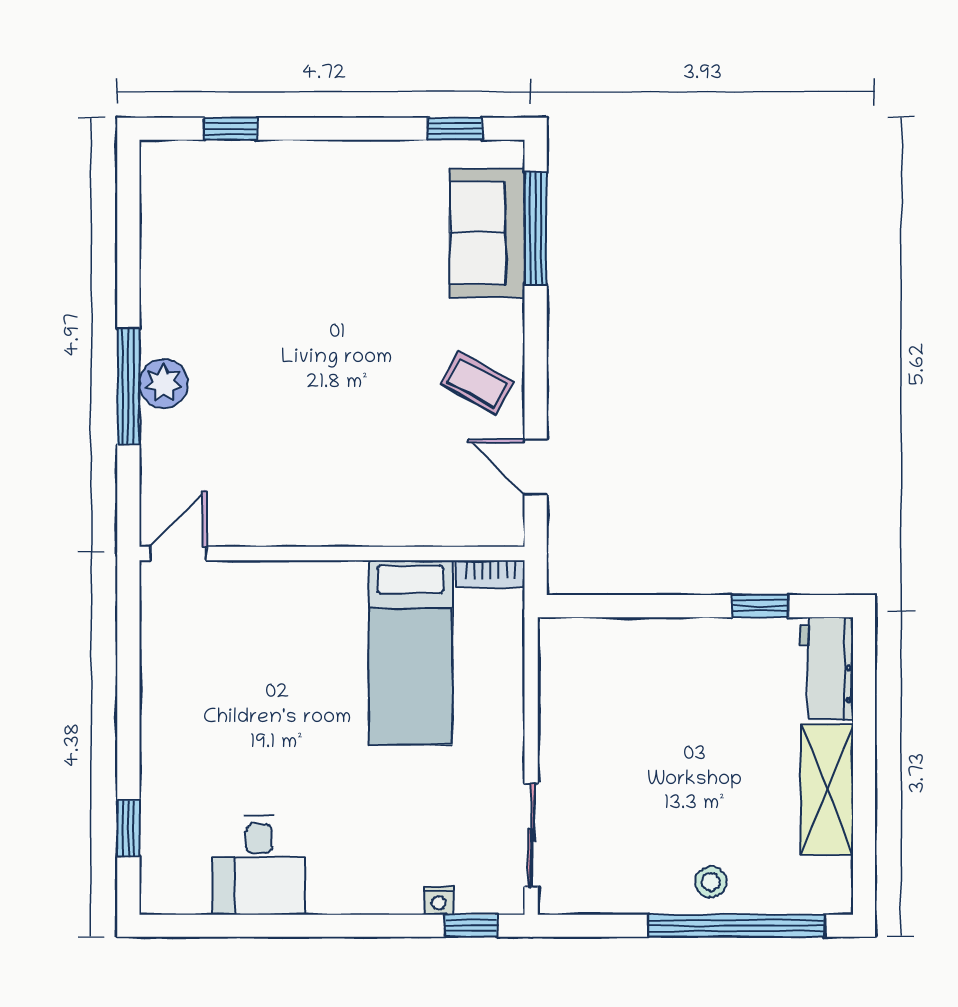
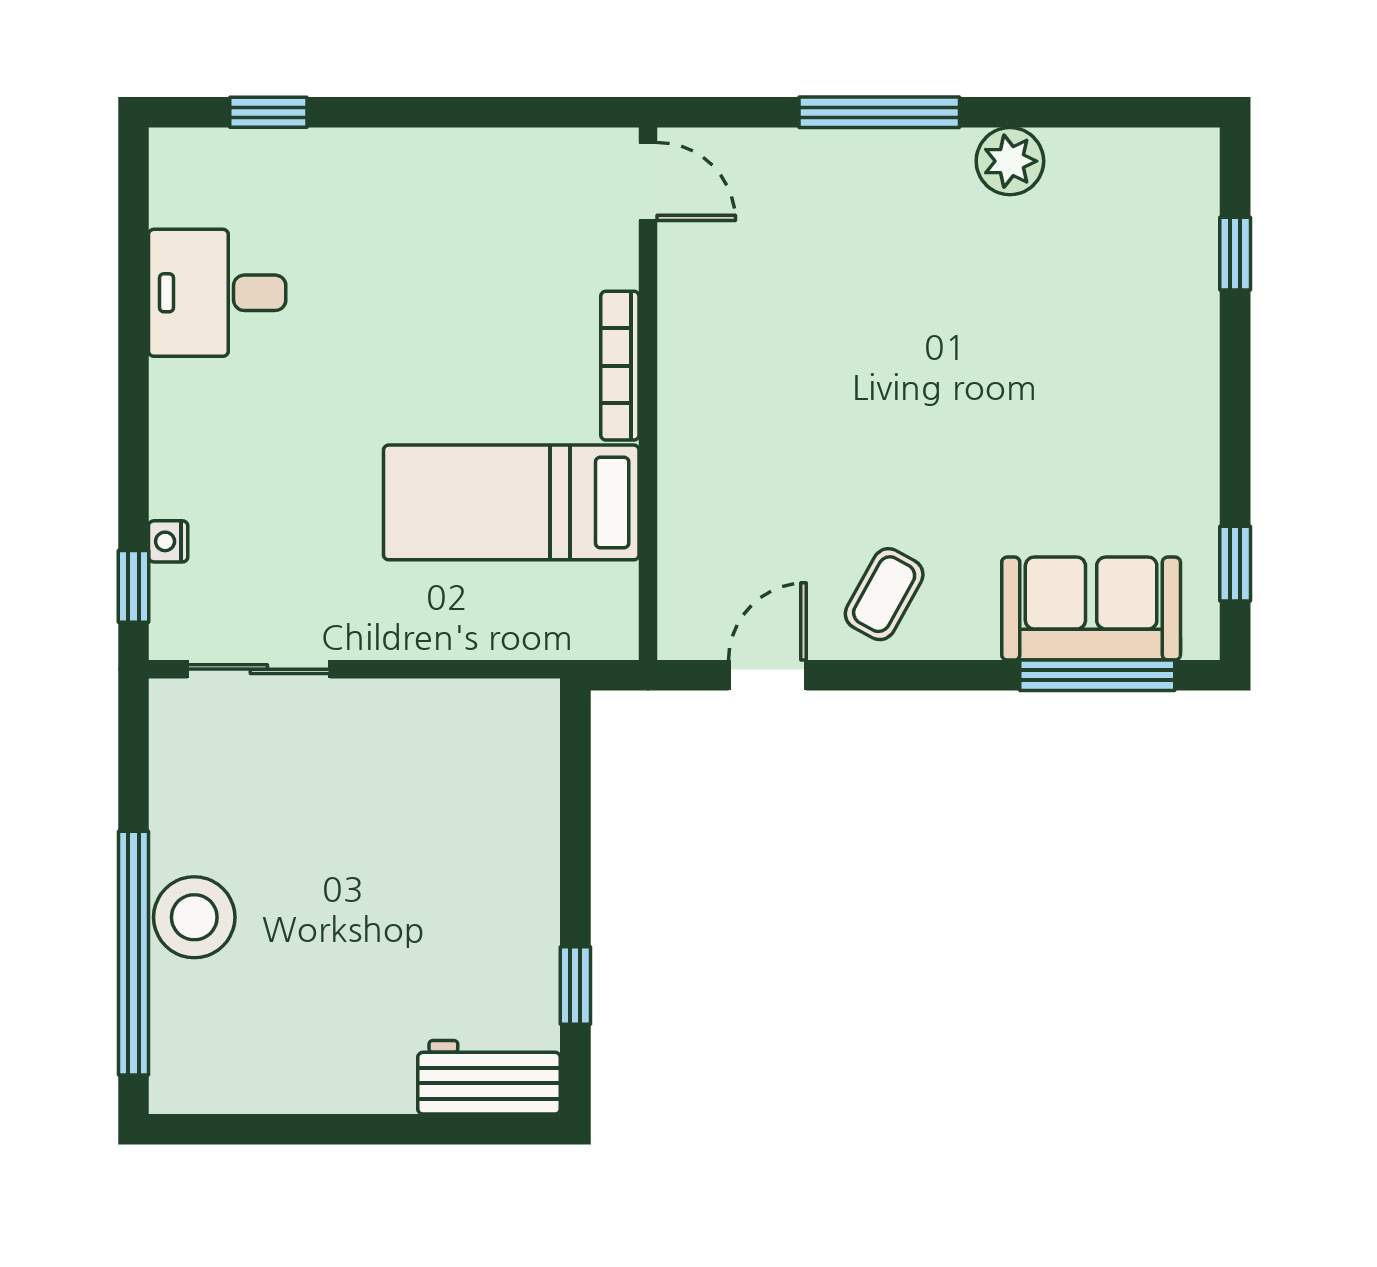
plant: (164, 383) -> (1010, 161), moved
bookcase: (490, 574) -> (620, 366), moved, width x1.56
shelving: (827, 789) -> (322, 1078), removed
stool: (711, 882) -> (194, 917), width x1.89, depth x1.89

